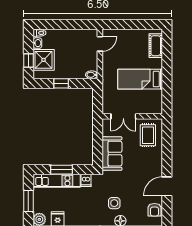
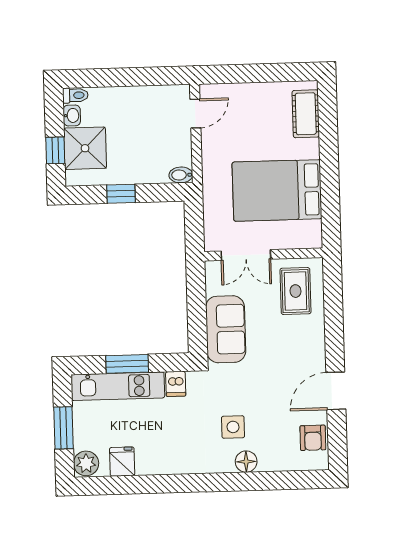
bed: (140, 79) -> (277, 190), width x1.50

